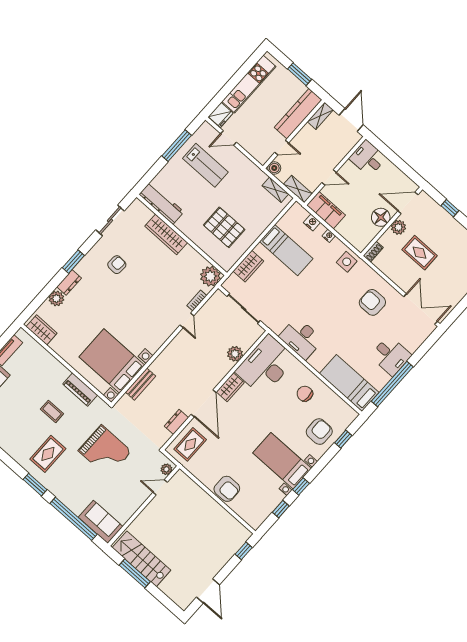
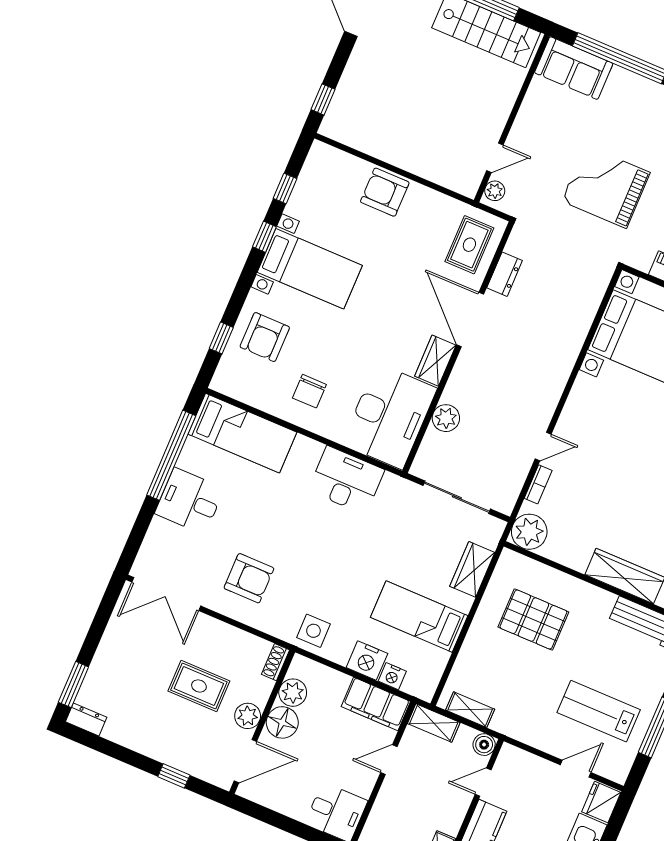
plant: (369, 232) -> (293, 693), added
nightstand: (329, 236) -> (367, 660), width x1.89, depth x1.79
door: (187, 320) -> (543, 446), swing flipped
bench: (141, 384) -> (584, 316), removed
chair: (305, 394) -> (309, 391), turned 90

